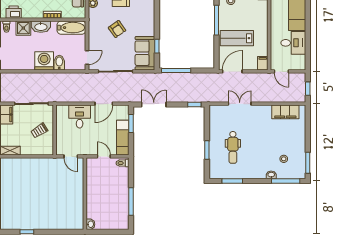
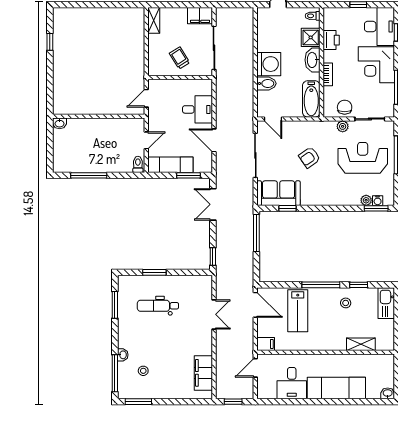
printer: (14, 12) -> (331, 40), moved
lab bench: (237, 38) -> (298, 311), turned 180
double door: (154, 104) -> (213, 204), swing flipped

